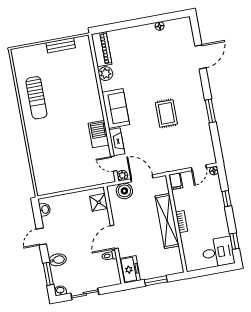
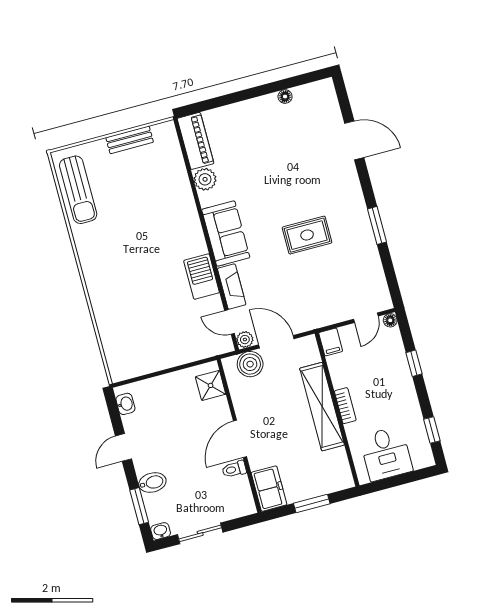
door: (201, 57) -> (354, 140), hinge flipped
sun lounger: (36, 98) -> (78, 190), moved
rug: (166, 113) -> (307, 235), turned 90
desk: (218, 252) -> (386, 454), moved, turned 90

